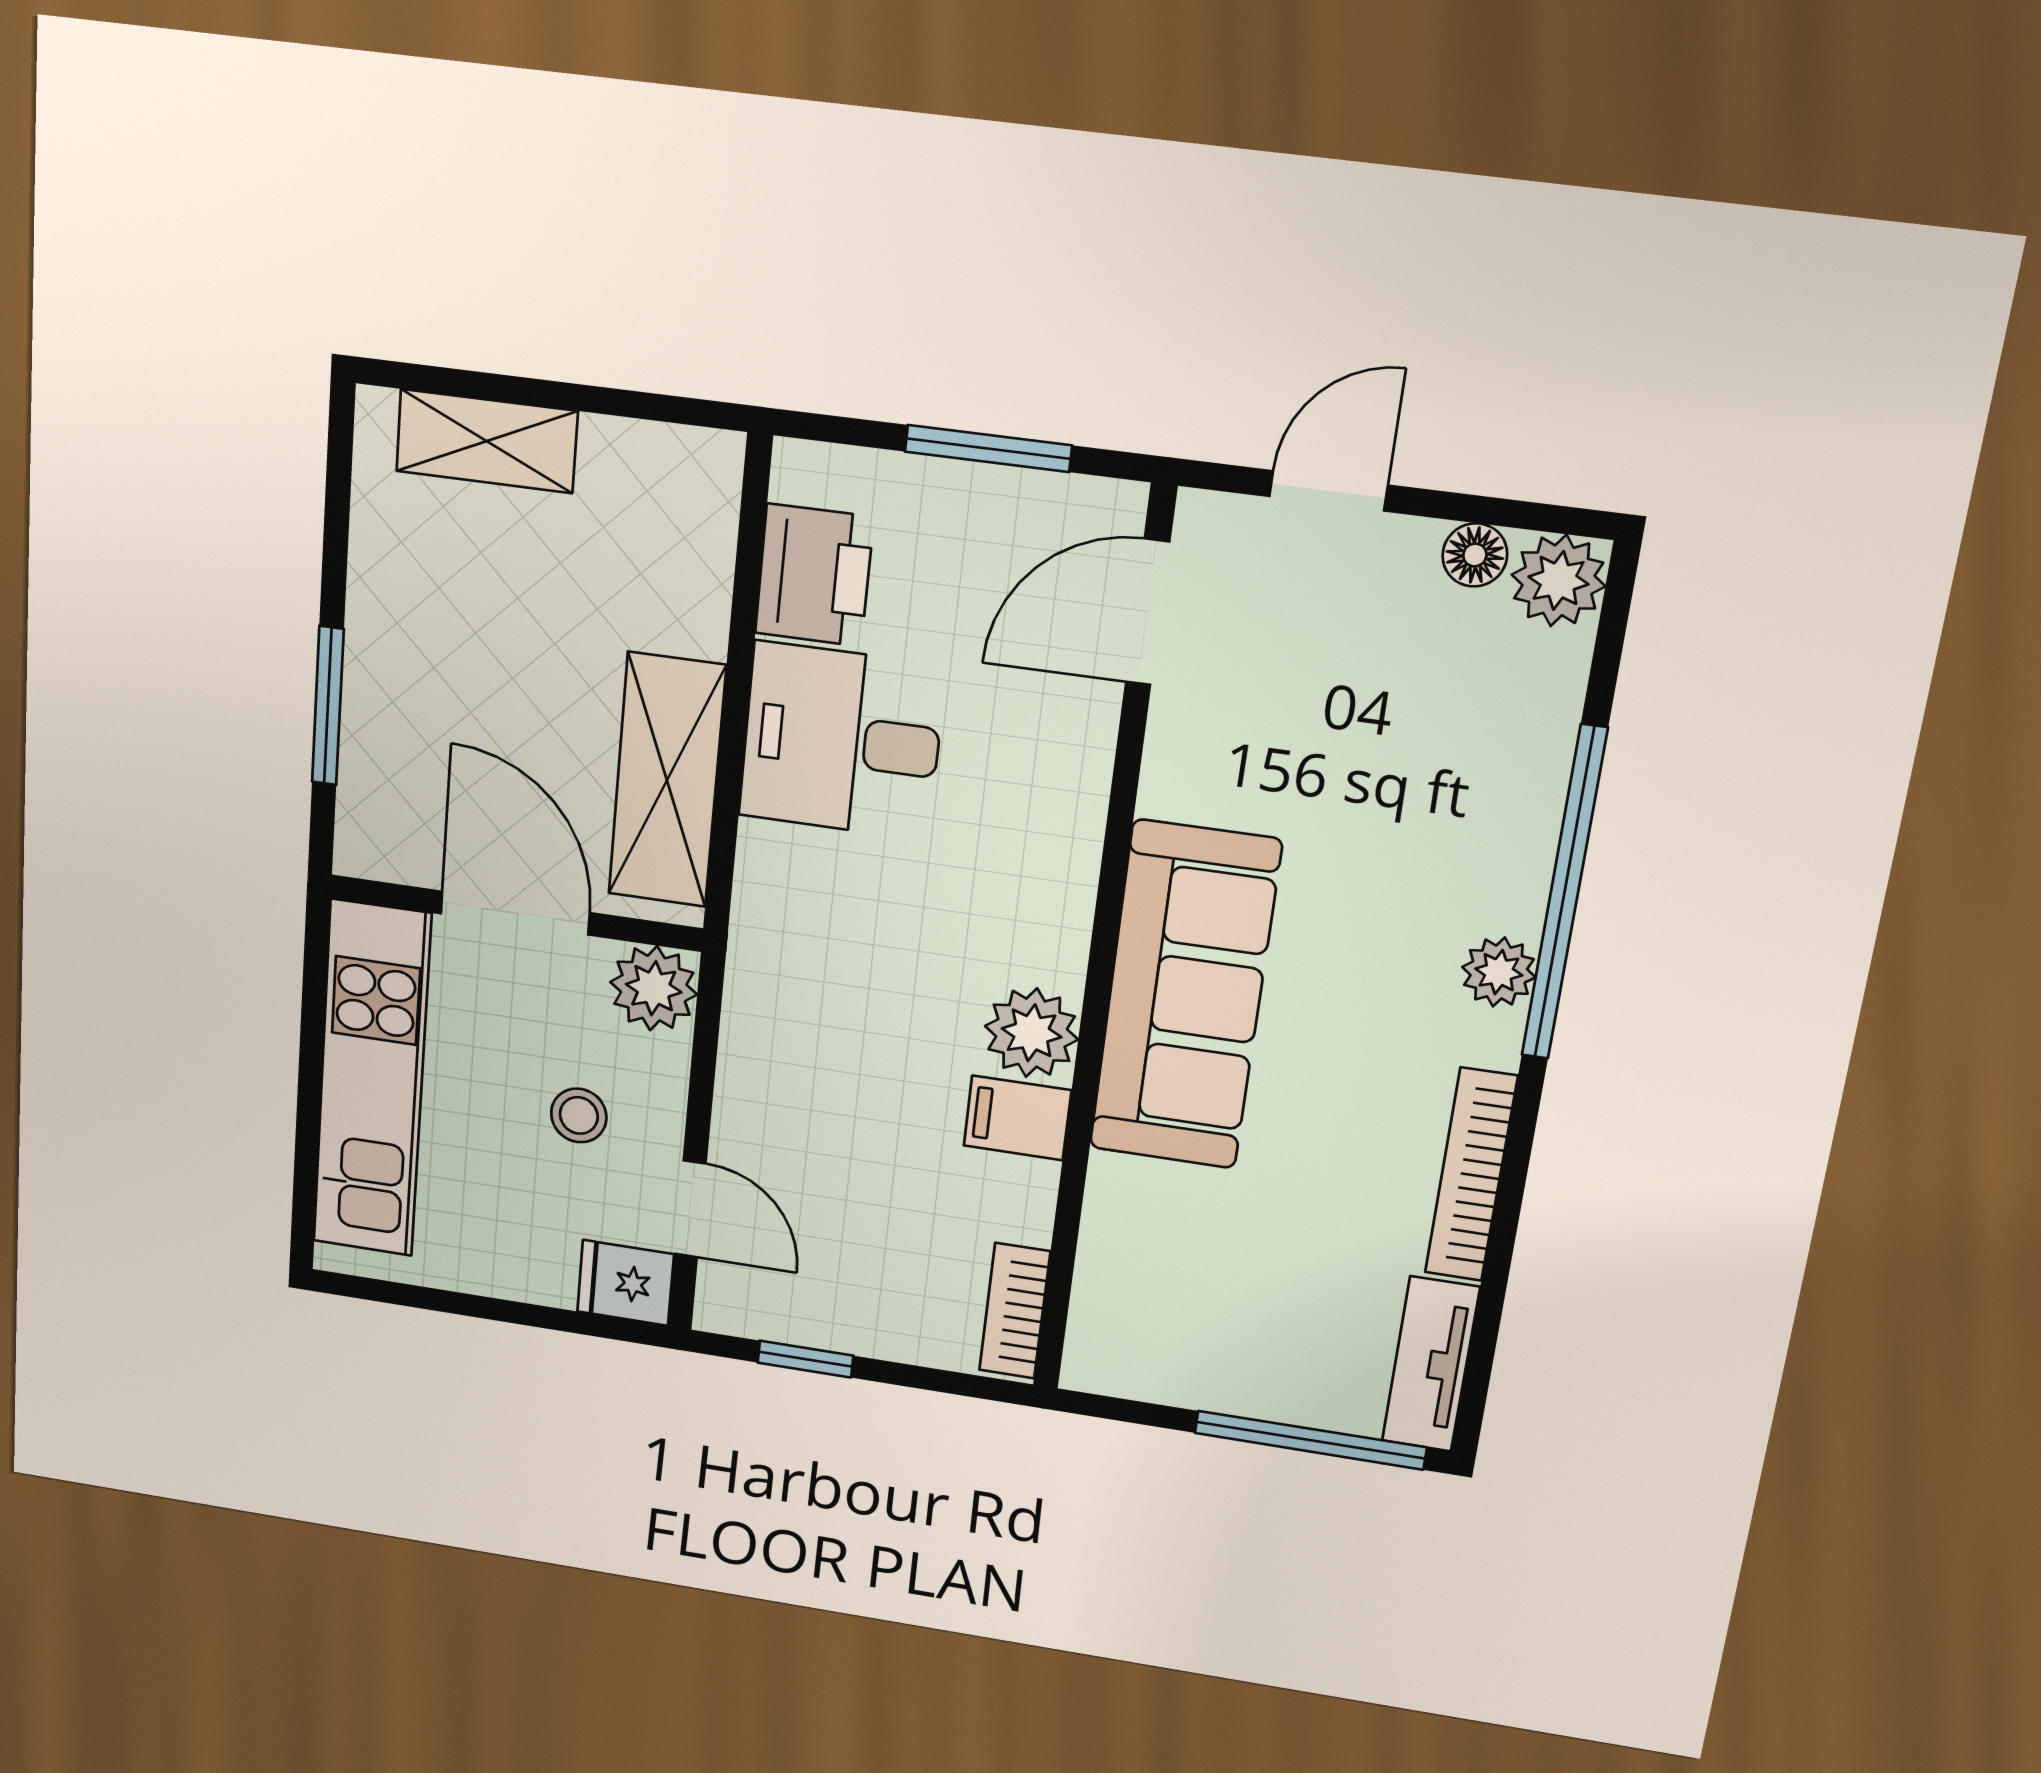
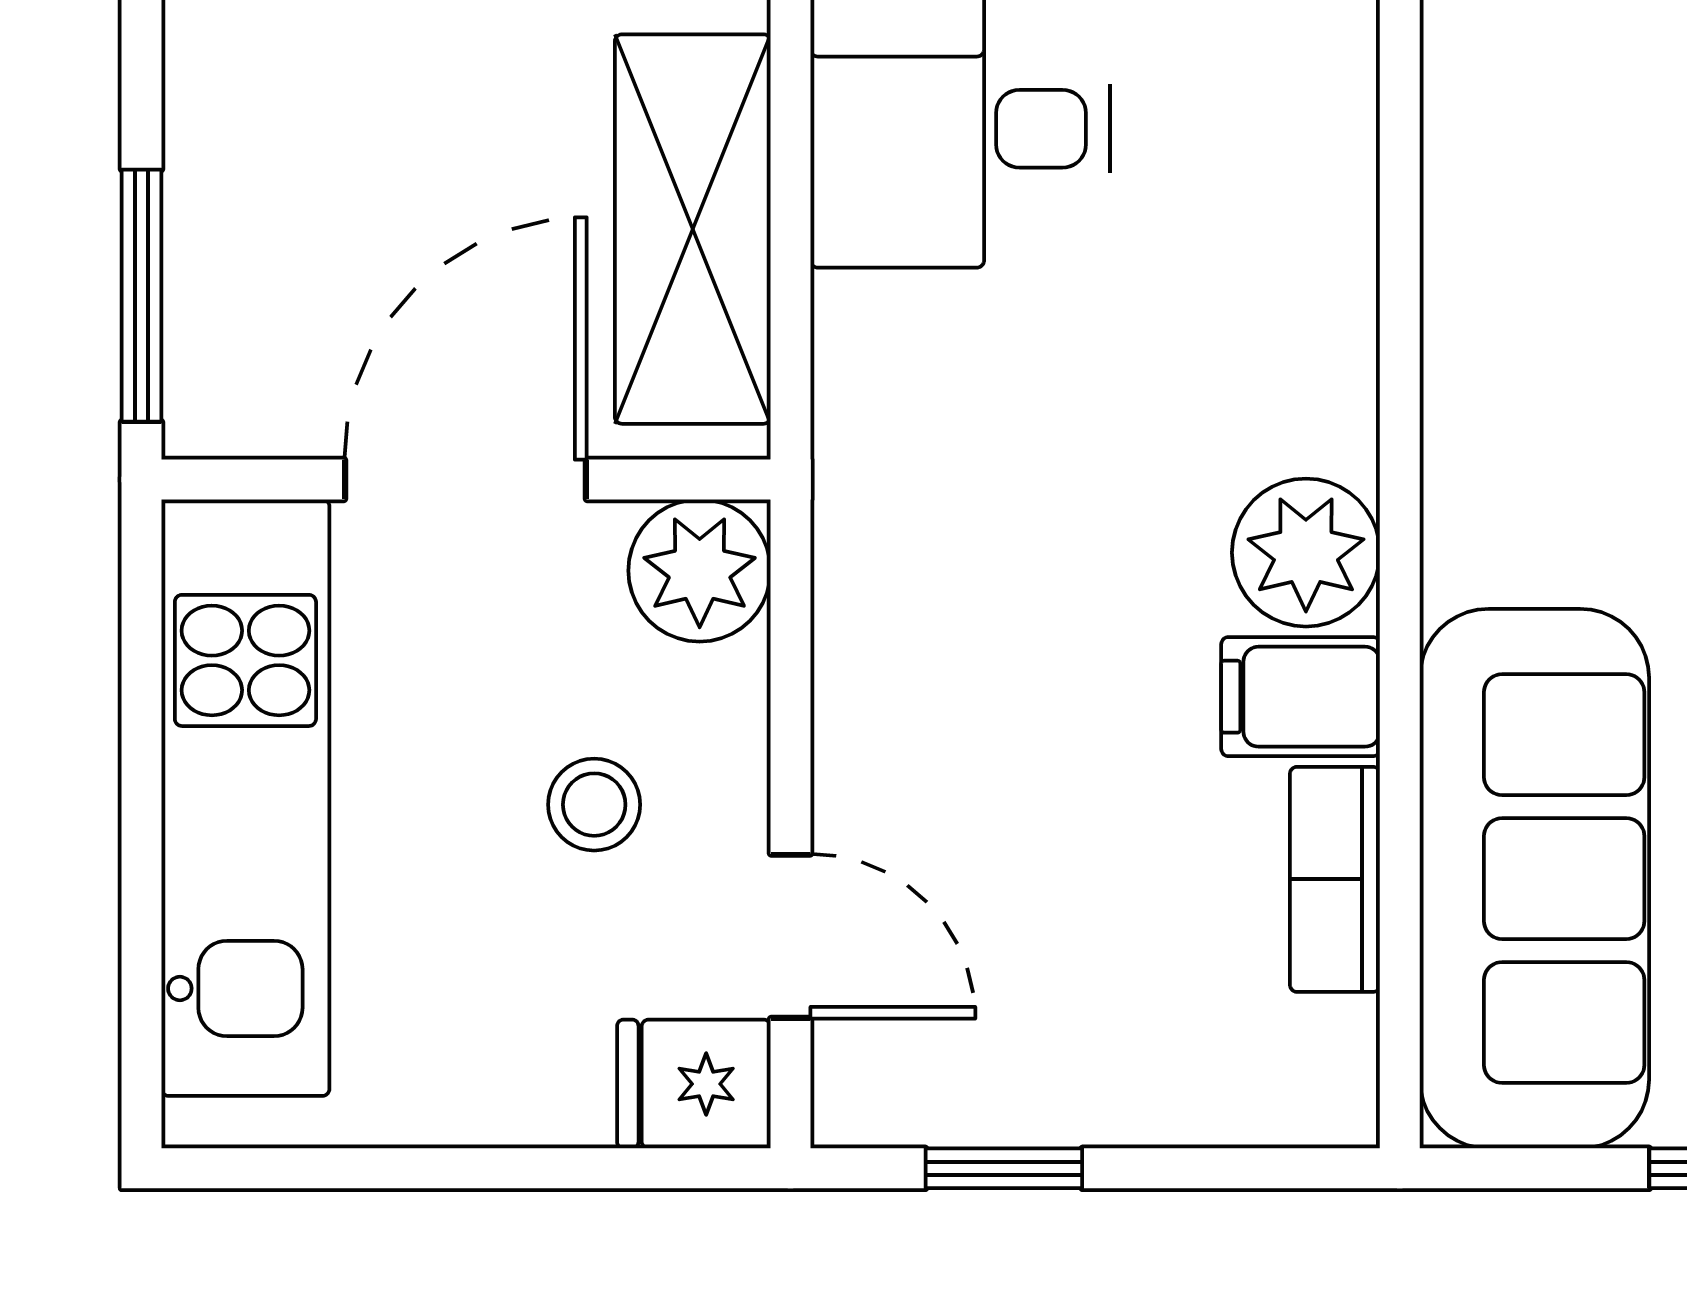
window: (328, 706) -> (142, 296), moved
door: (515, 913) -> (466, 479), hinge flipped
sofa: (1185, 996) -> (1534, 879), moved
bookcase: (1015, 1311) -> (1335, 879), moved

